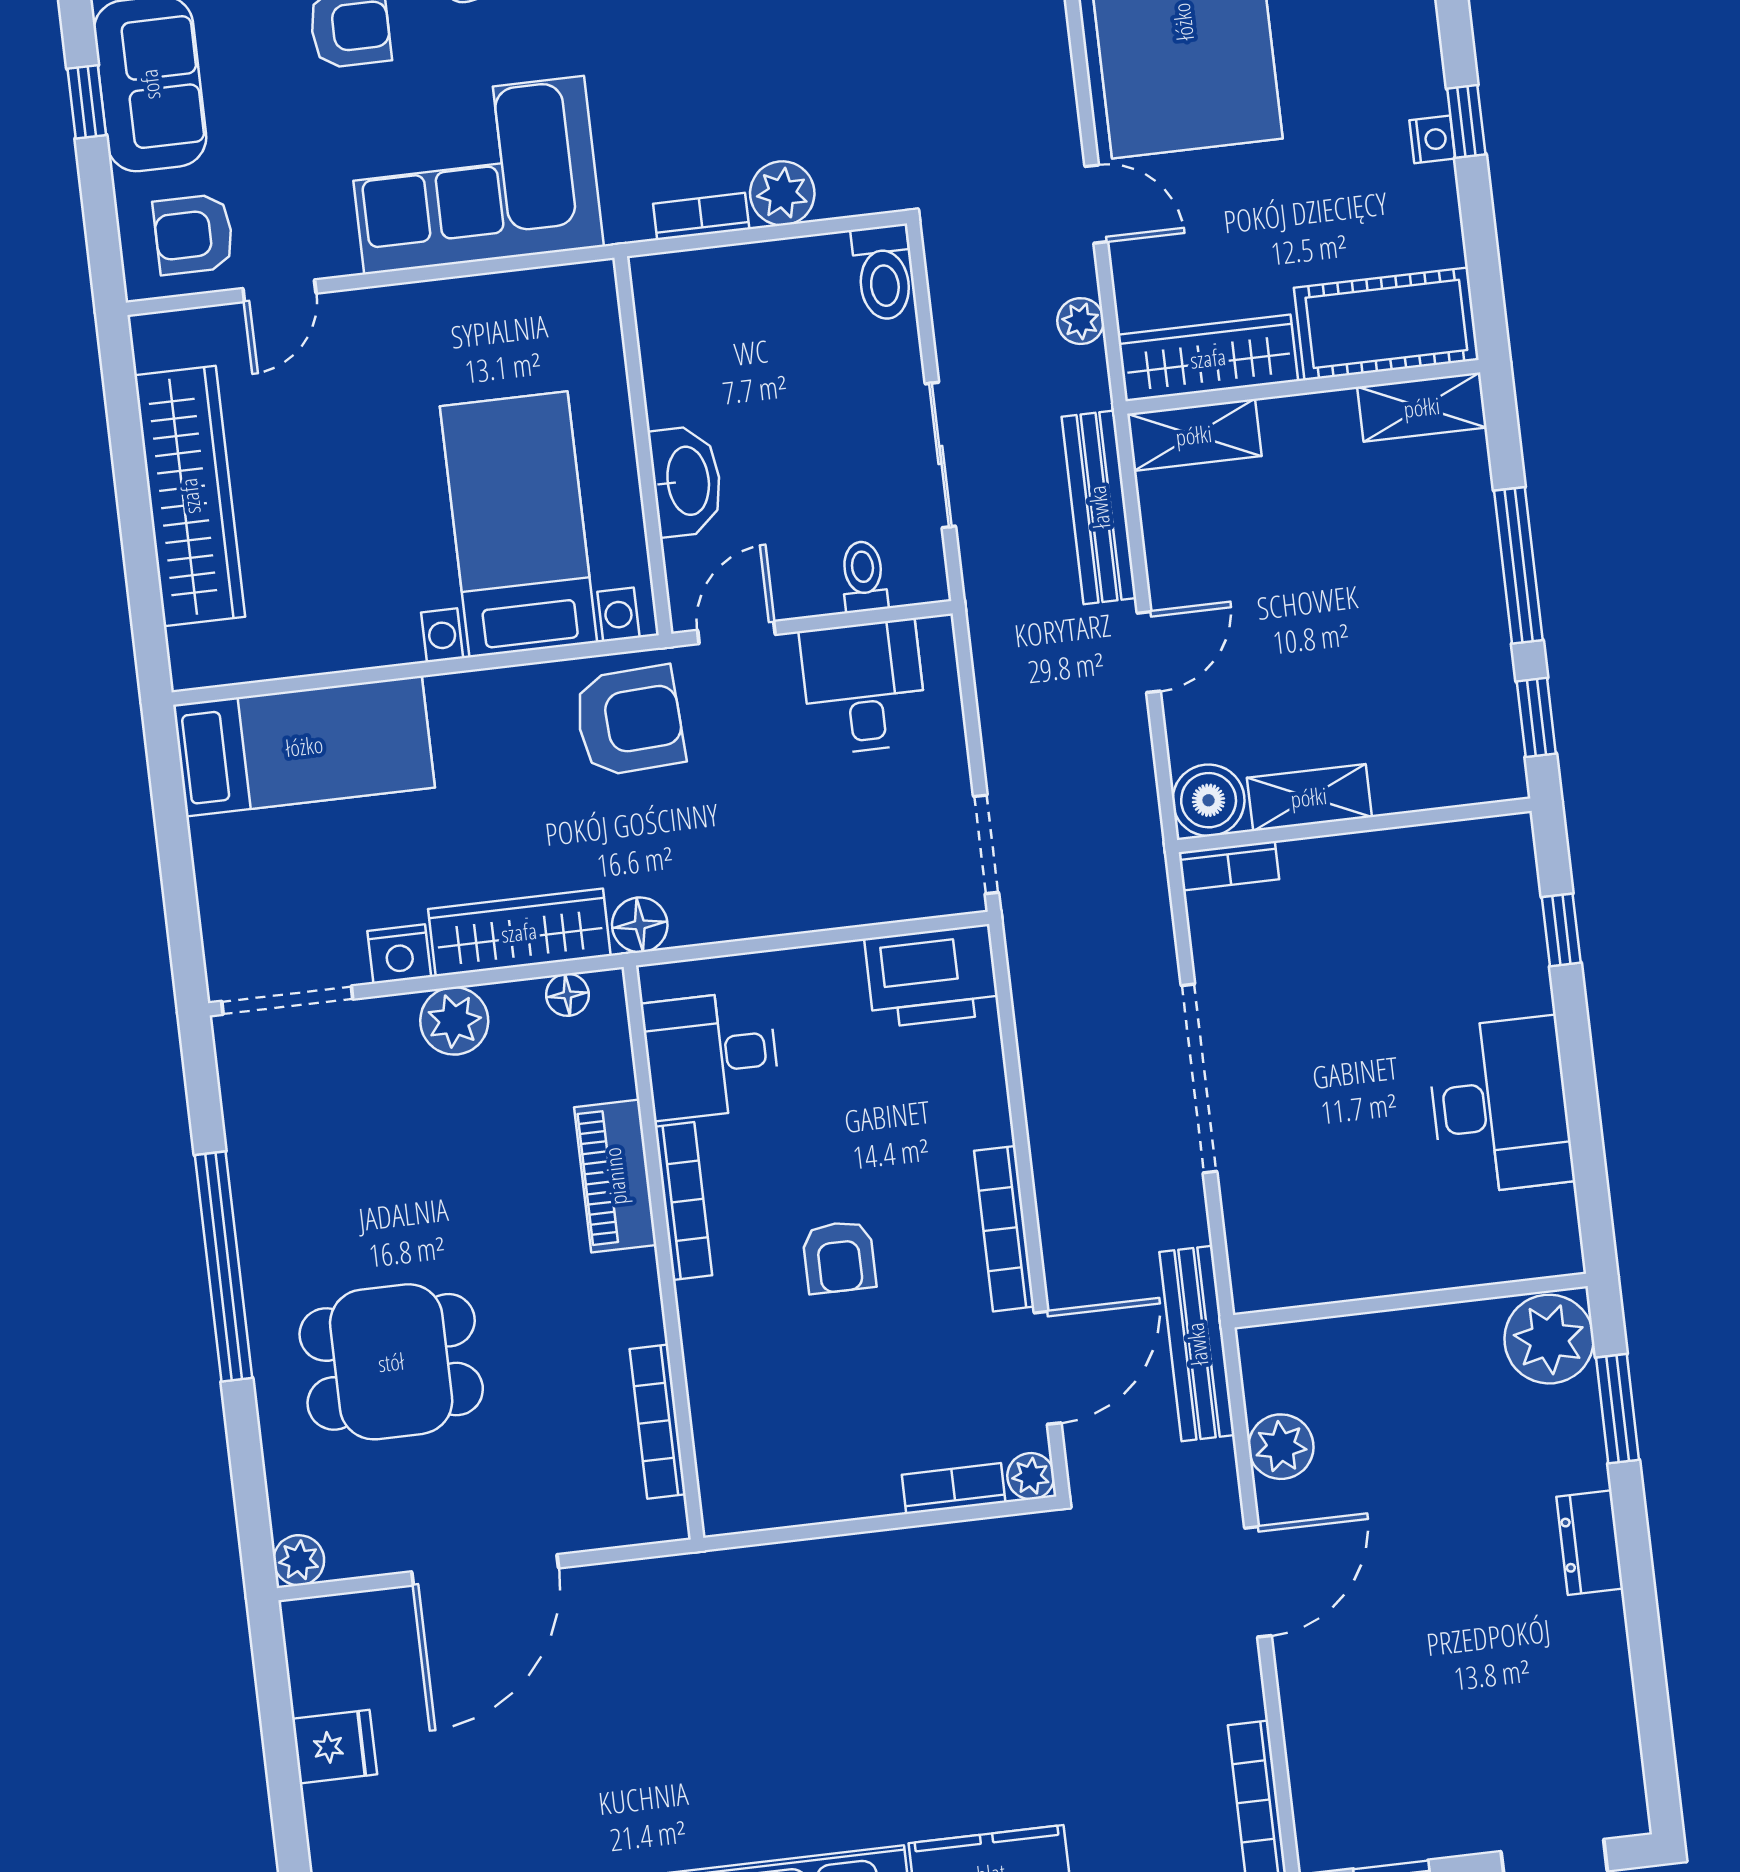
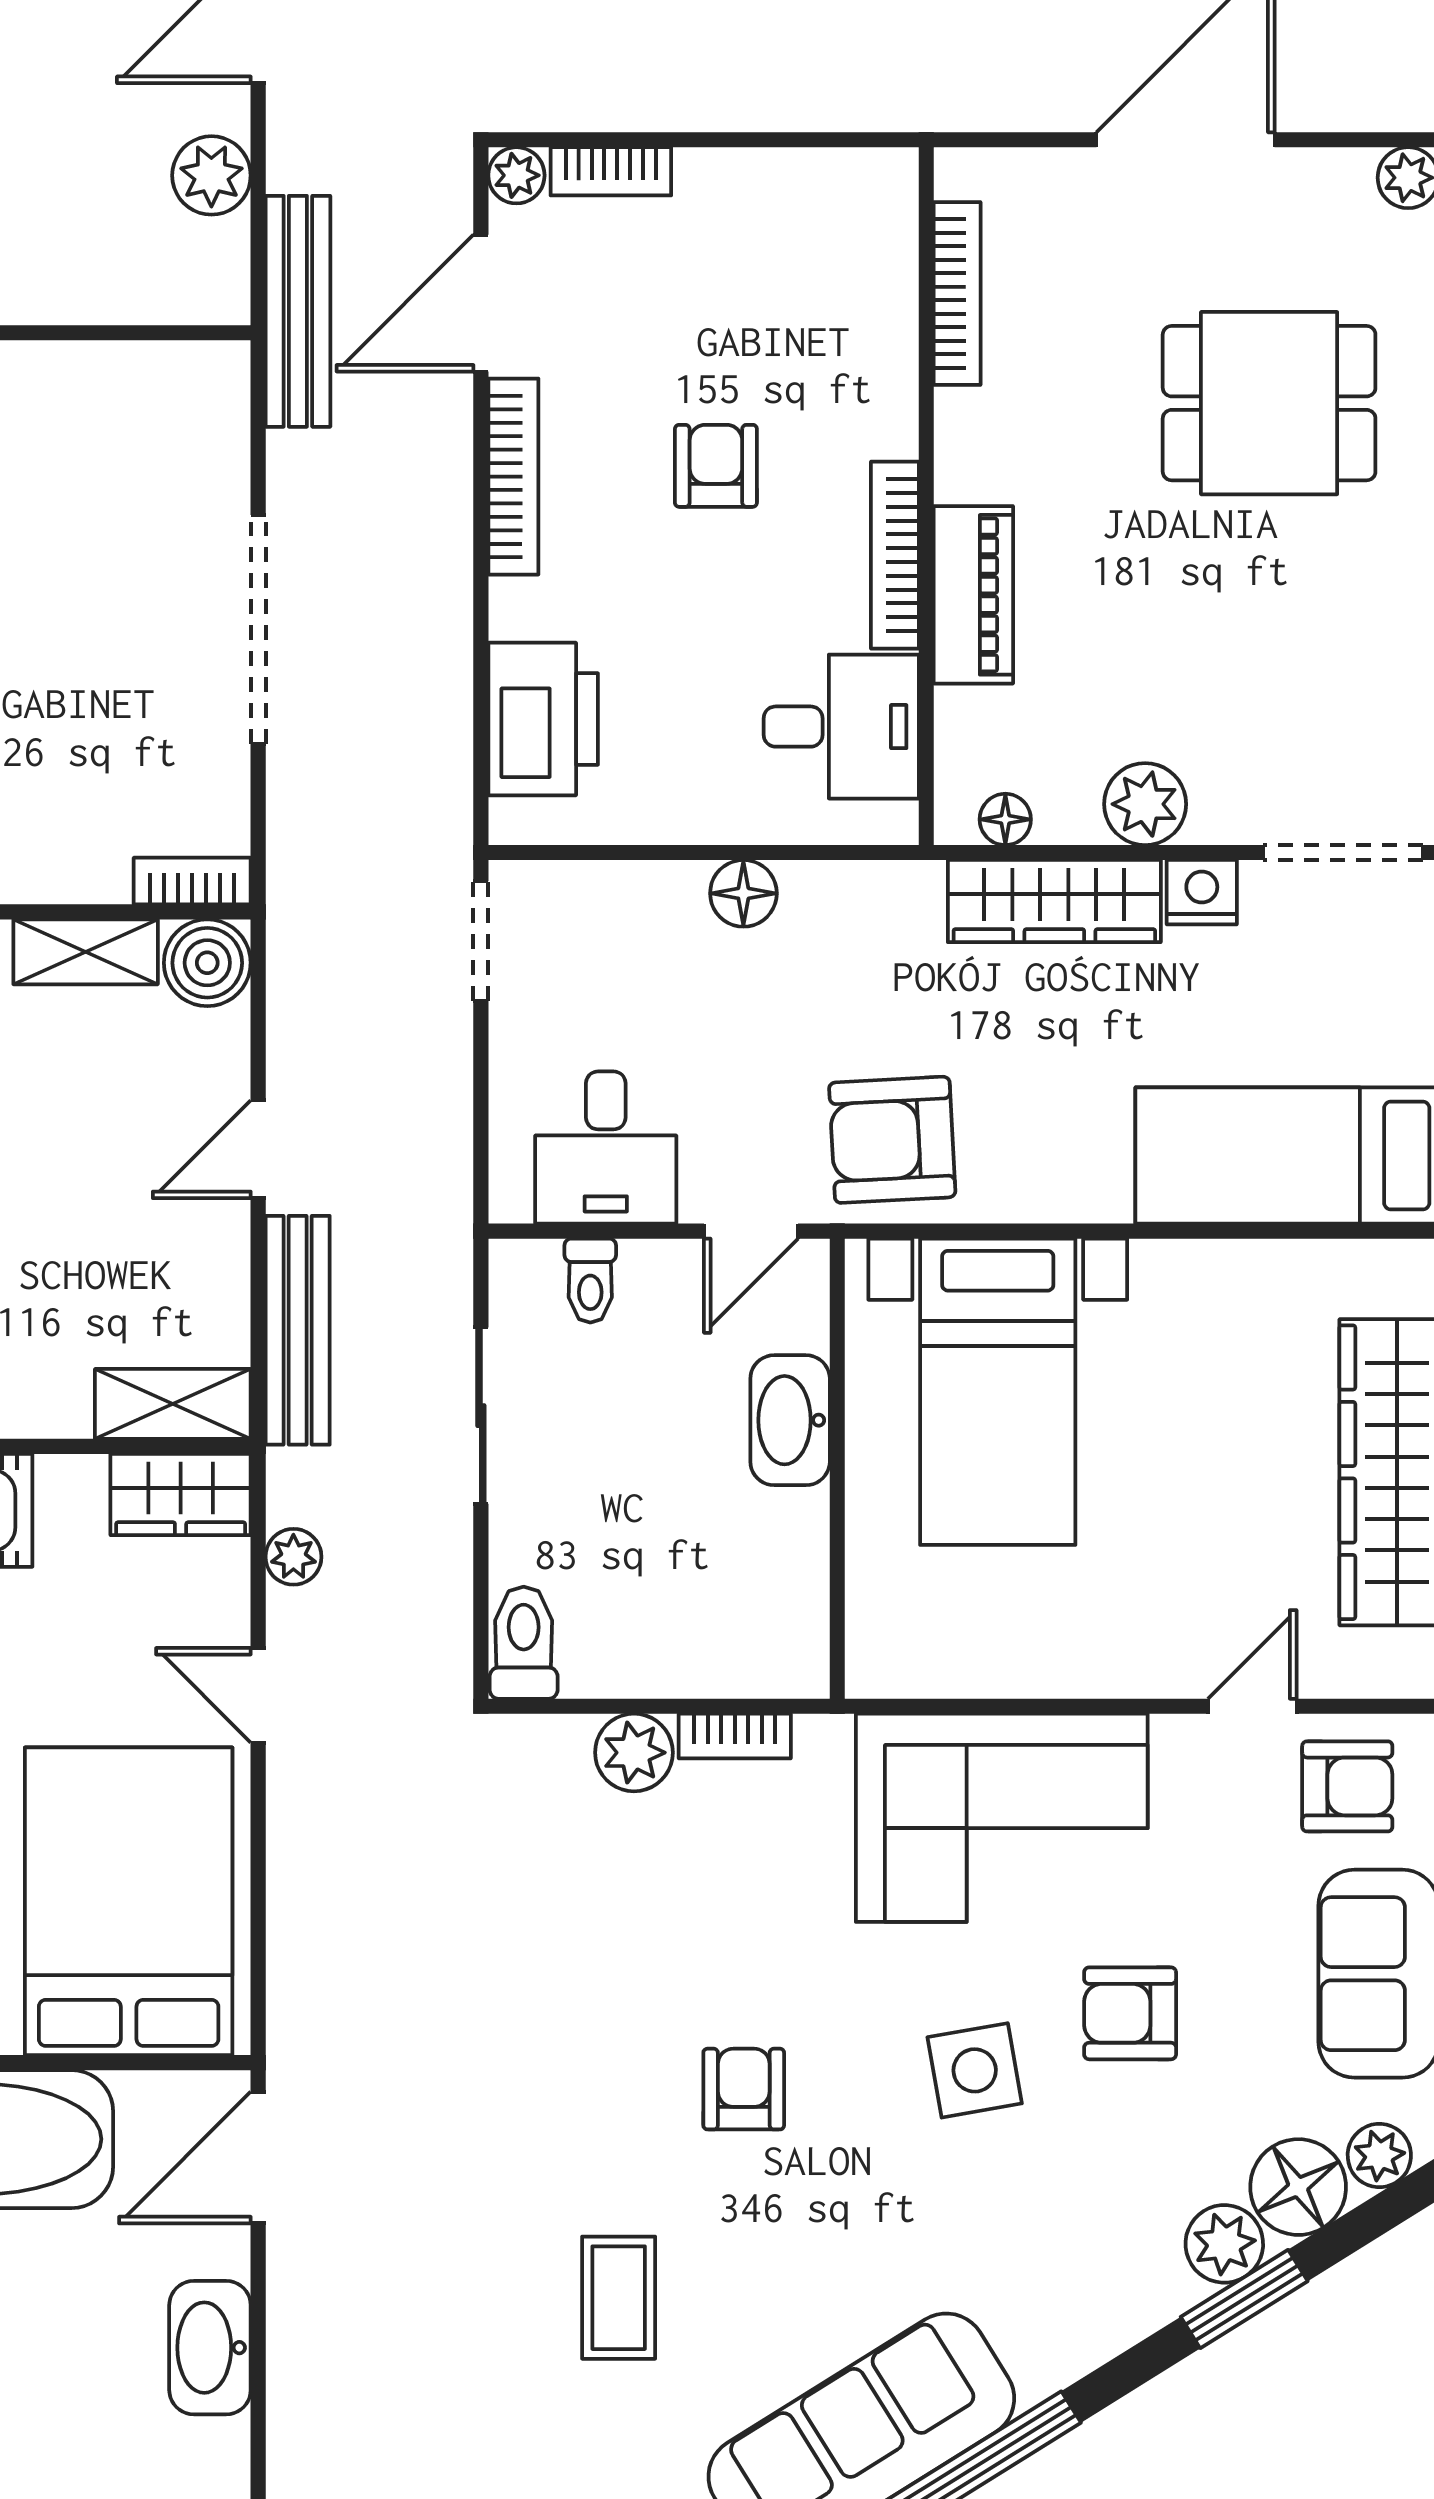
wardrobe: (1208, 358) -> (181, 1495), width x0.67
floor lamp: (640, 925) -> (743, 893), moved
printer: (932, 976) -> (543, 719), moved, turned 90

